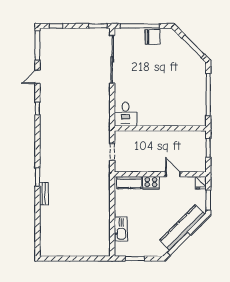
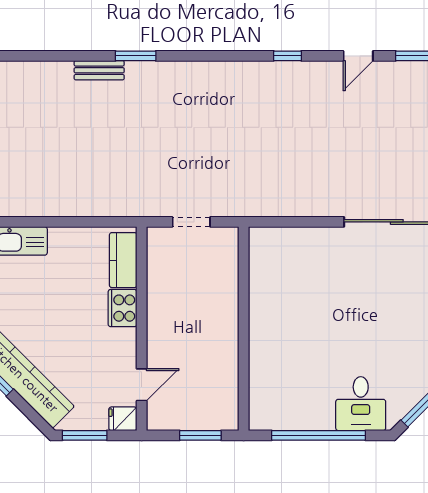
door: (37, 77) -> (358, 56), swing flipped
desk: (126, 114) -> (361, 404), moved, turned -90
door: (173, 174) -> (142, 385), moved

